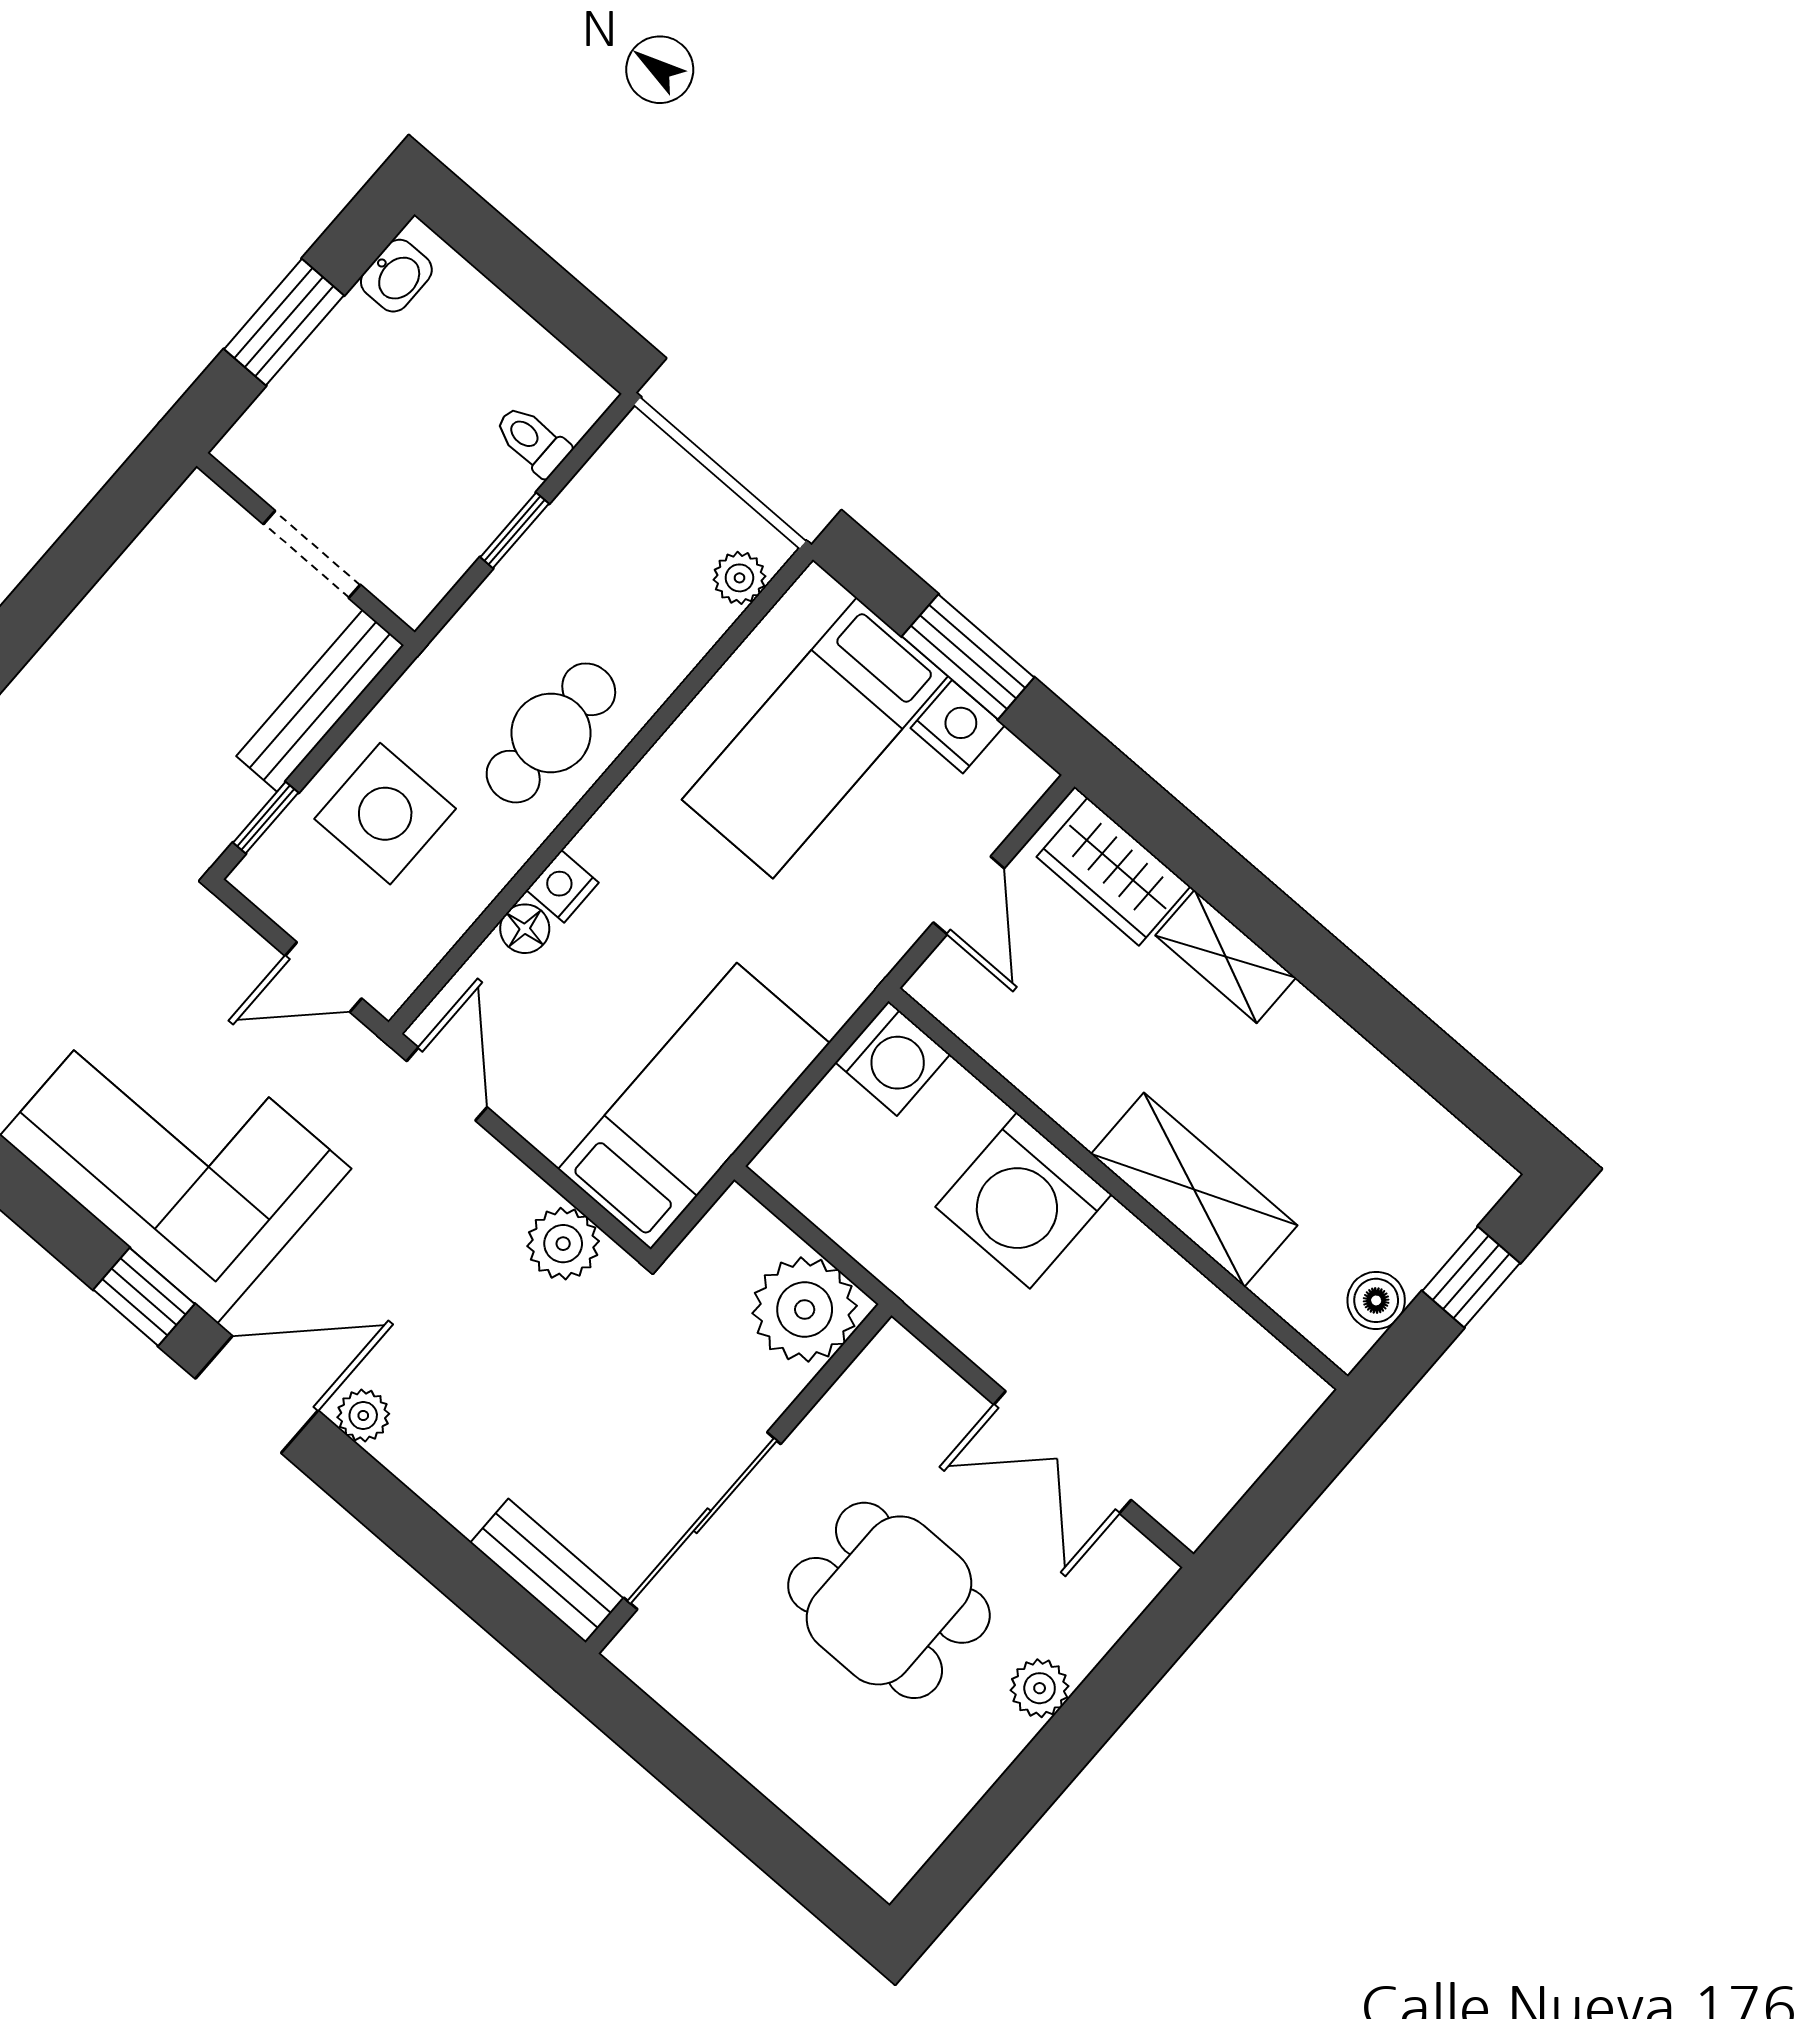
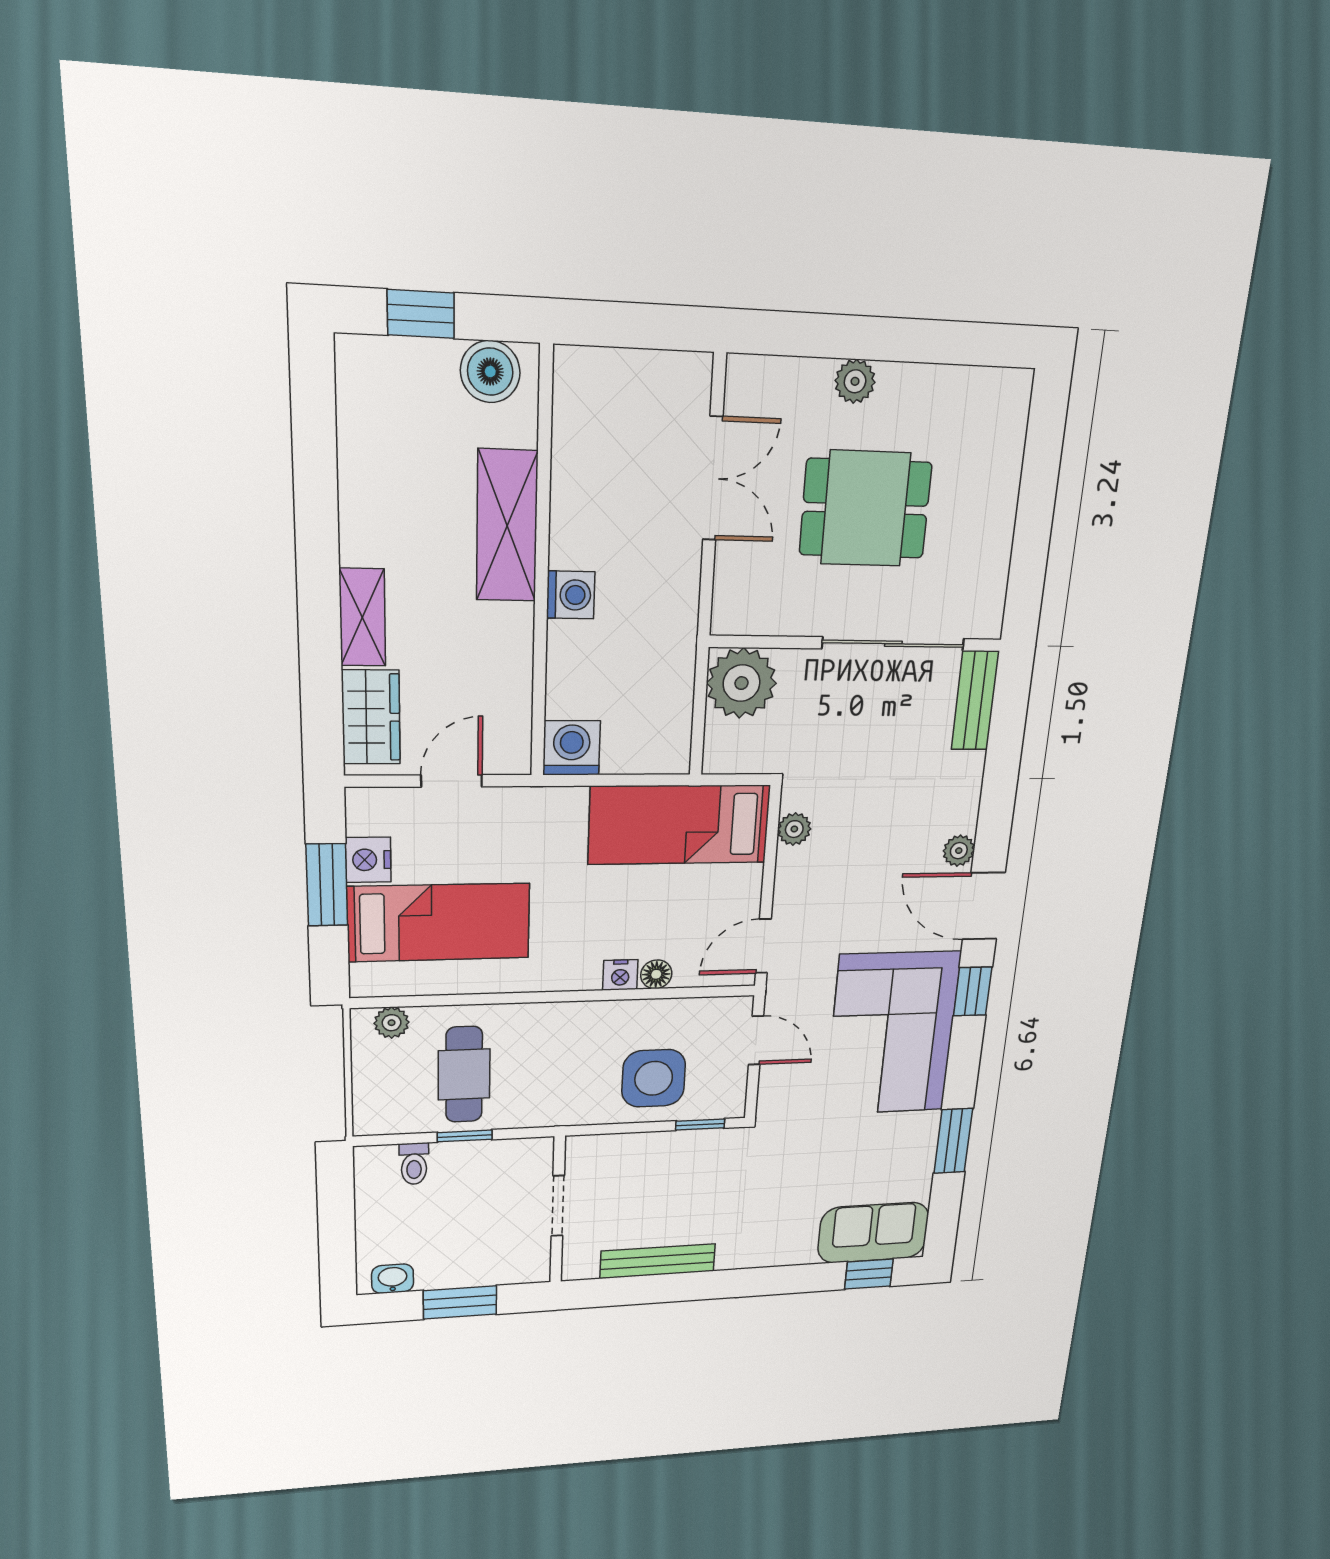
bench: (320, 701) -> (658, 1261), moved
cafe table: (551, 733) -> (464, 1074), moved, turned 90
washing machine: (1024, 1200) -> (571, 595), width x0.53, depth x0.53
plant: (563, 1244) -> (794, 829), width x0.73, depth x0.73
boiler: (1376, 1300) -> (490, 372), width x1.36, depth x1.36
dining table: (889, 1600) -> (866, 509), turned 90

